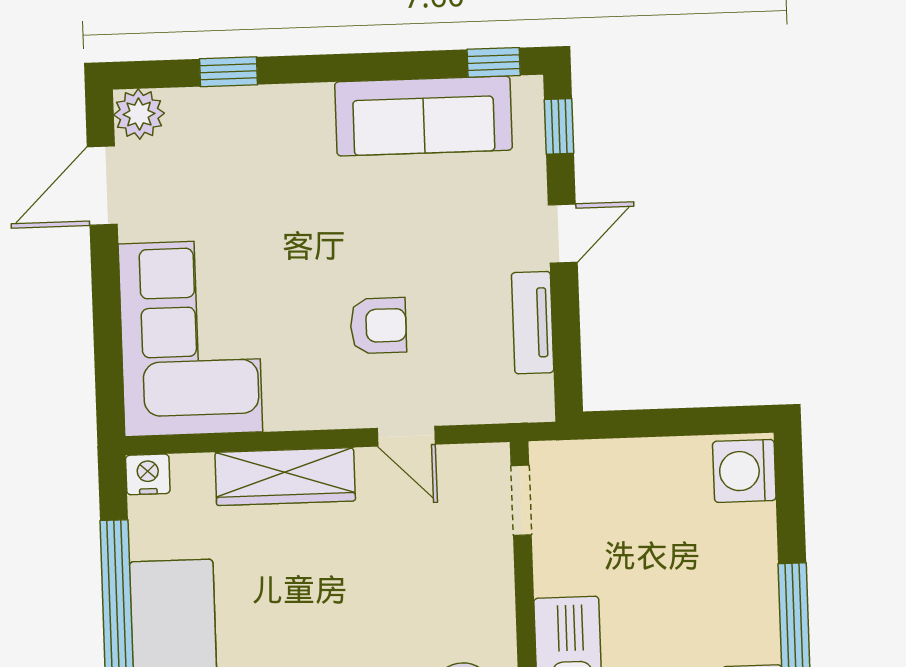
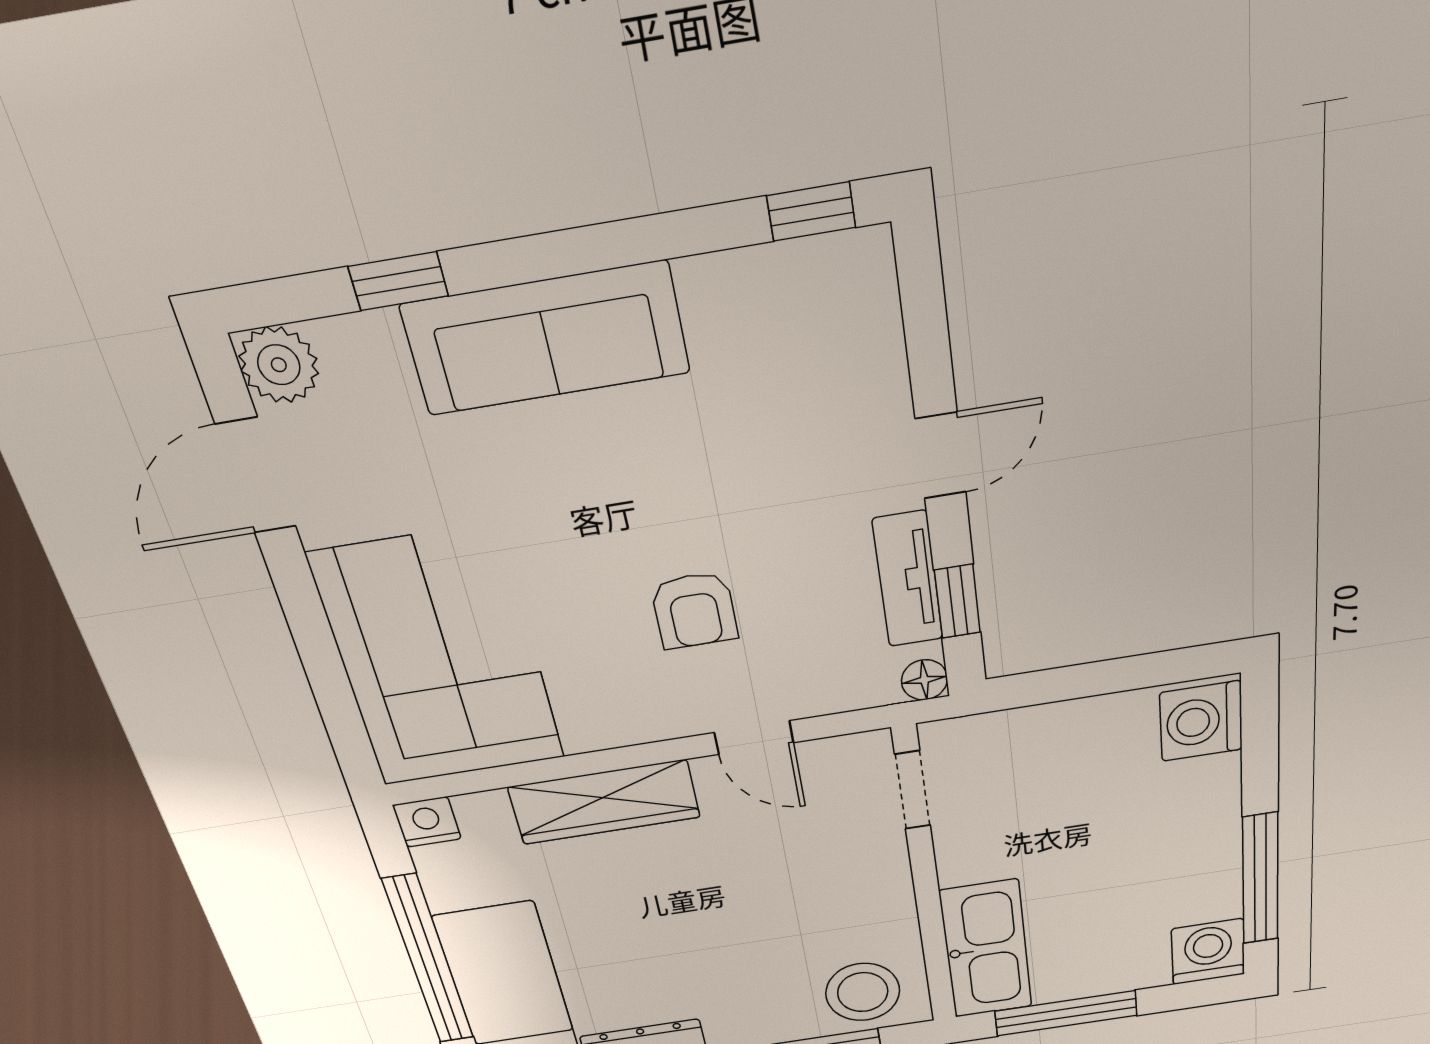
sofa: (424, 116) -> (546, 339), moved
window: (559, 126) -> (957, 601), moved
armchair: (378, 326) -> (694, 610), turned 90
floor lamp: (538, 405) -> (924, 680), added

